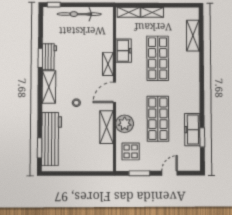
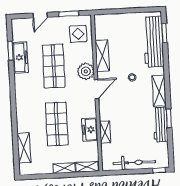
workbench: (49, 57) -> (161, 125), width x1.38
shelving: (108, 64) -> (105, 132), moved
plant: (125, 124) -> (86, 71), moved

